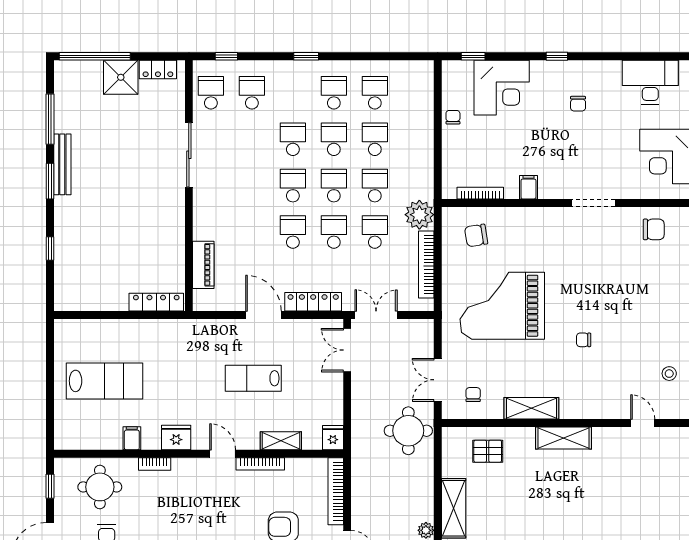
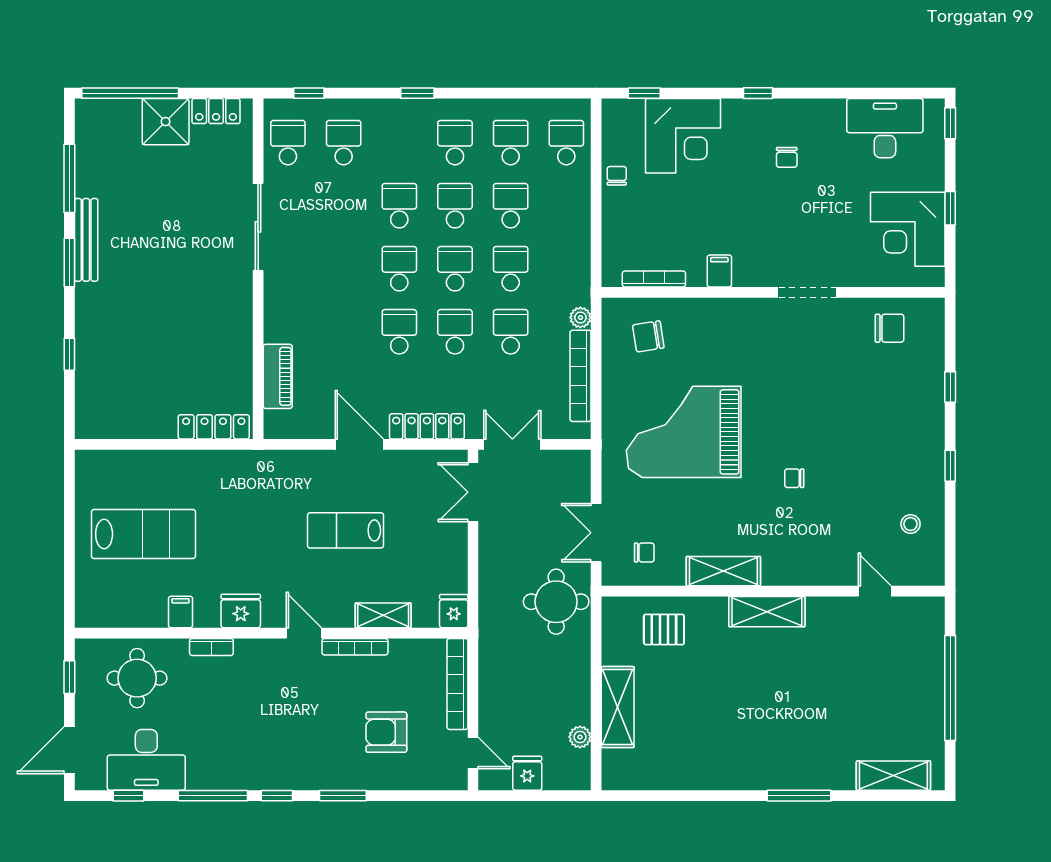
school desk: (416, 93) -> (566, 143), added
plant: (419, 215) -> (580, 317), width x0.53, depth x0.53
chair: (473, 395) -> (644, 553), turned 90

